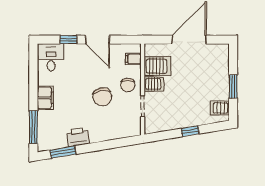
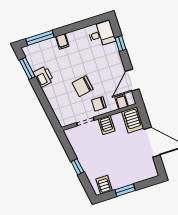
door: (97, 40) -> (132, 80), moved
server rack: (158, 66) -> (133, 120), moved
filing cabinet: (45, 98) -> (62, 41), width x0.50

